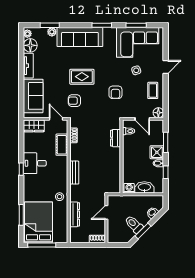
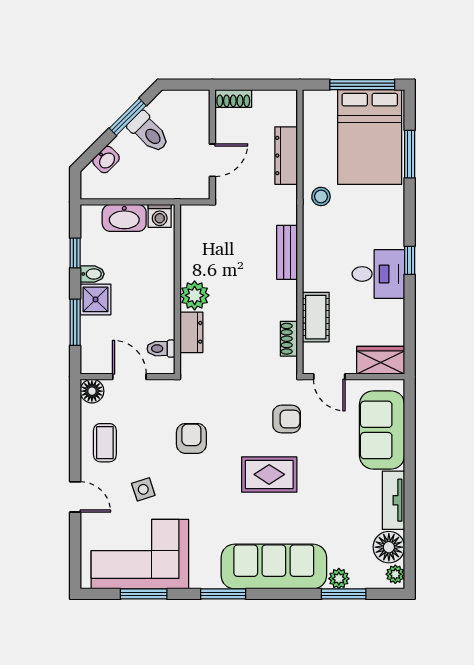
door: (166, 67) -> (75, 497), swing flipped
plant: (114, 154) -> (195, 295), added

